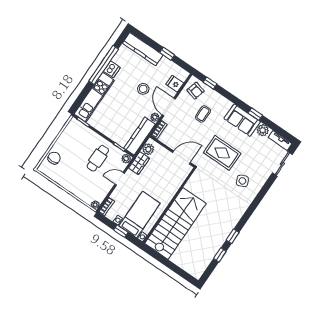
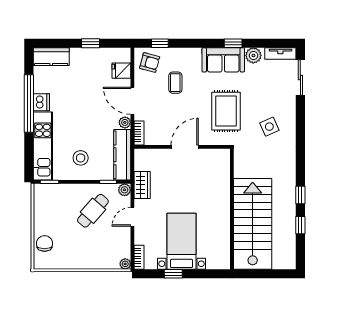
kitchen counter: (143, 49) -> (51, 57), width x0.67
stool: (143, 89) -> (81, 158), moved
plant: (148, 149) -> (142, 163), removed
rug: (222, 153) -> (226, 111), turned 90
cafe table: (98, 158) -> (93, 211), turned 41
wall: (169, 205) -> (232, 209), moved
stairs: (176, 223) -> (253, 224), moved

